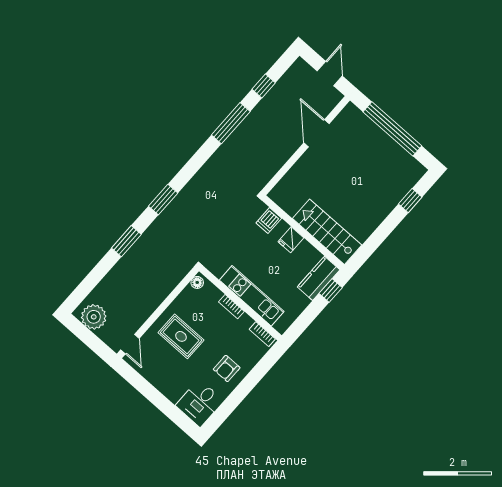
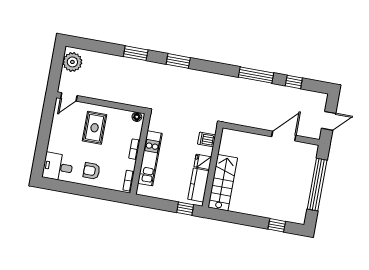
kitchen counter: (319, 278) -> (198, 185), moved, turned -90

